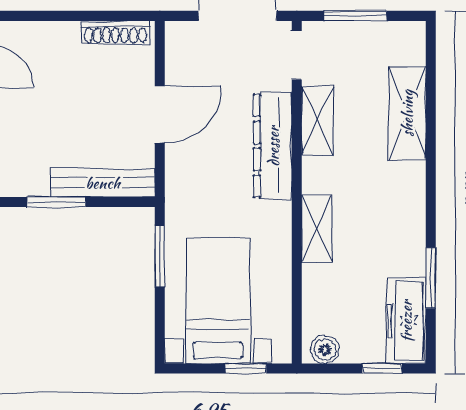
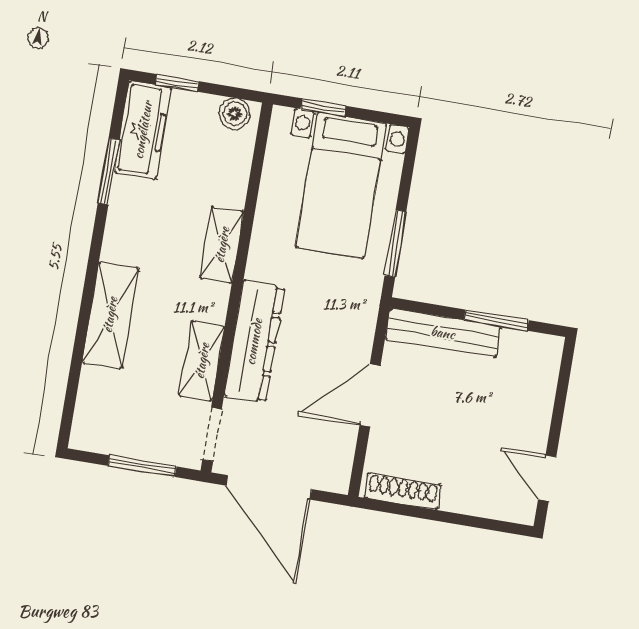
shelving: (407, 113) -> (110, 315), moved

